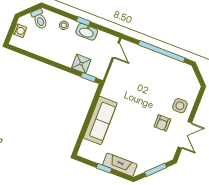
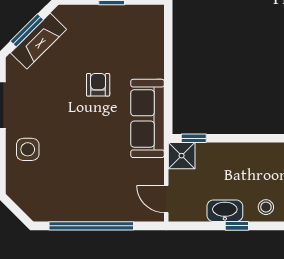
shower: (81, 64) -> (182, 156), moved
sofa: (100, 120) -> (147, 118), moved
armchair: (162, 123) -> (98, 85), moved
fireplace: (120, 165) -> (38, 41), moved, turned -45

